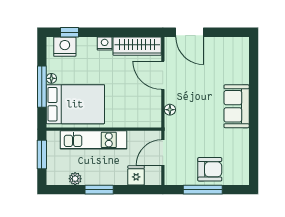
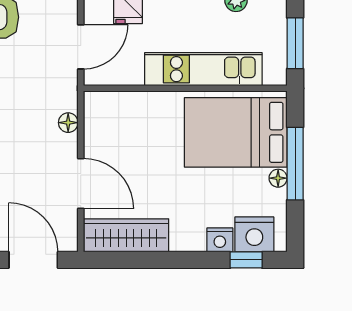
nightstand: (105, 44) -> (220, 240), moved

